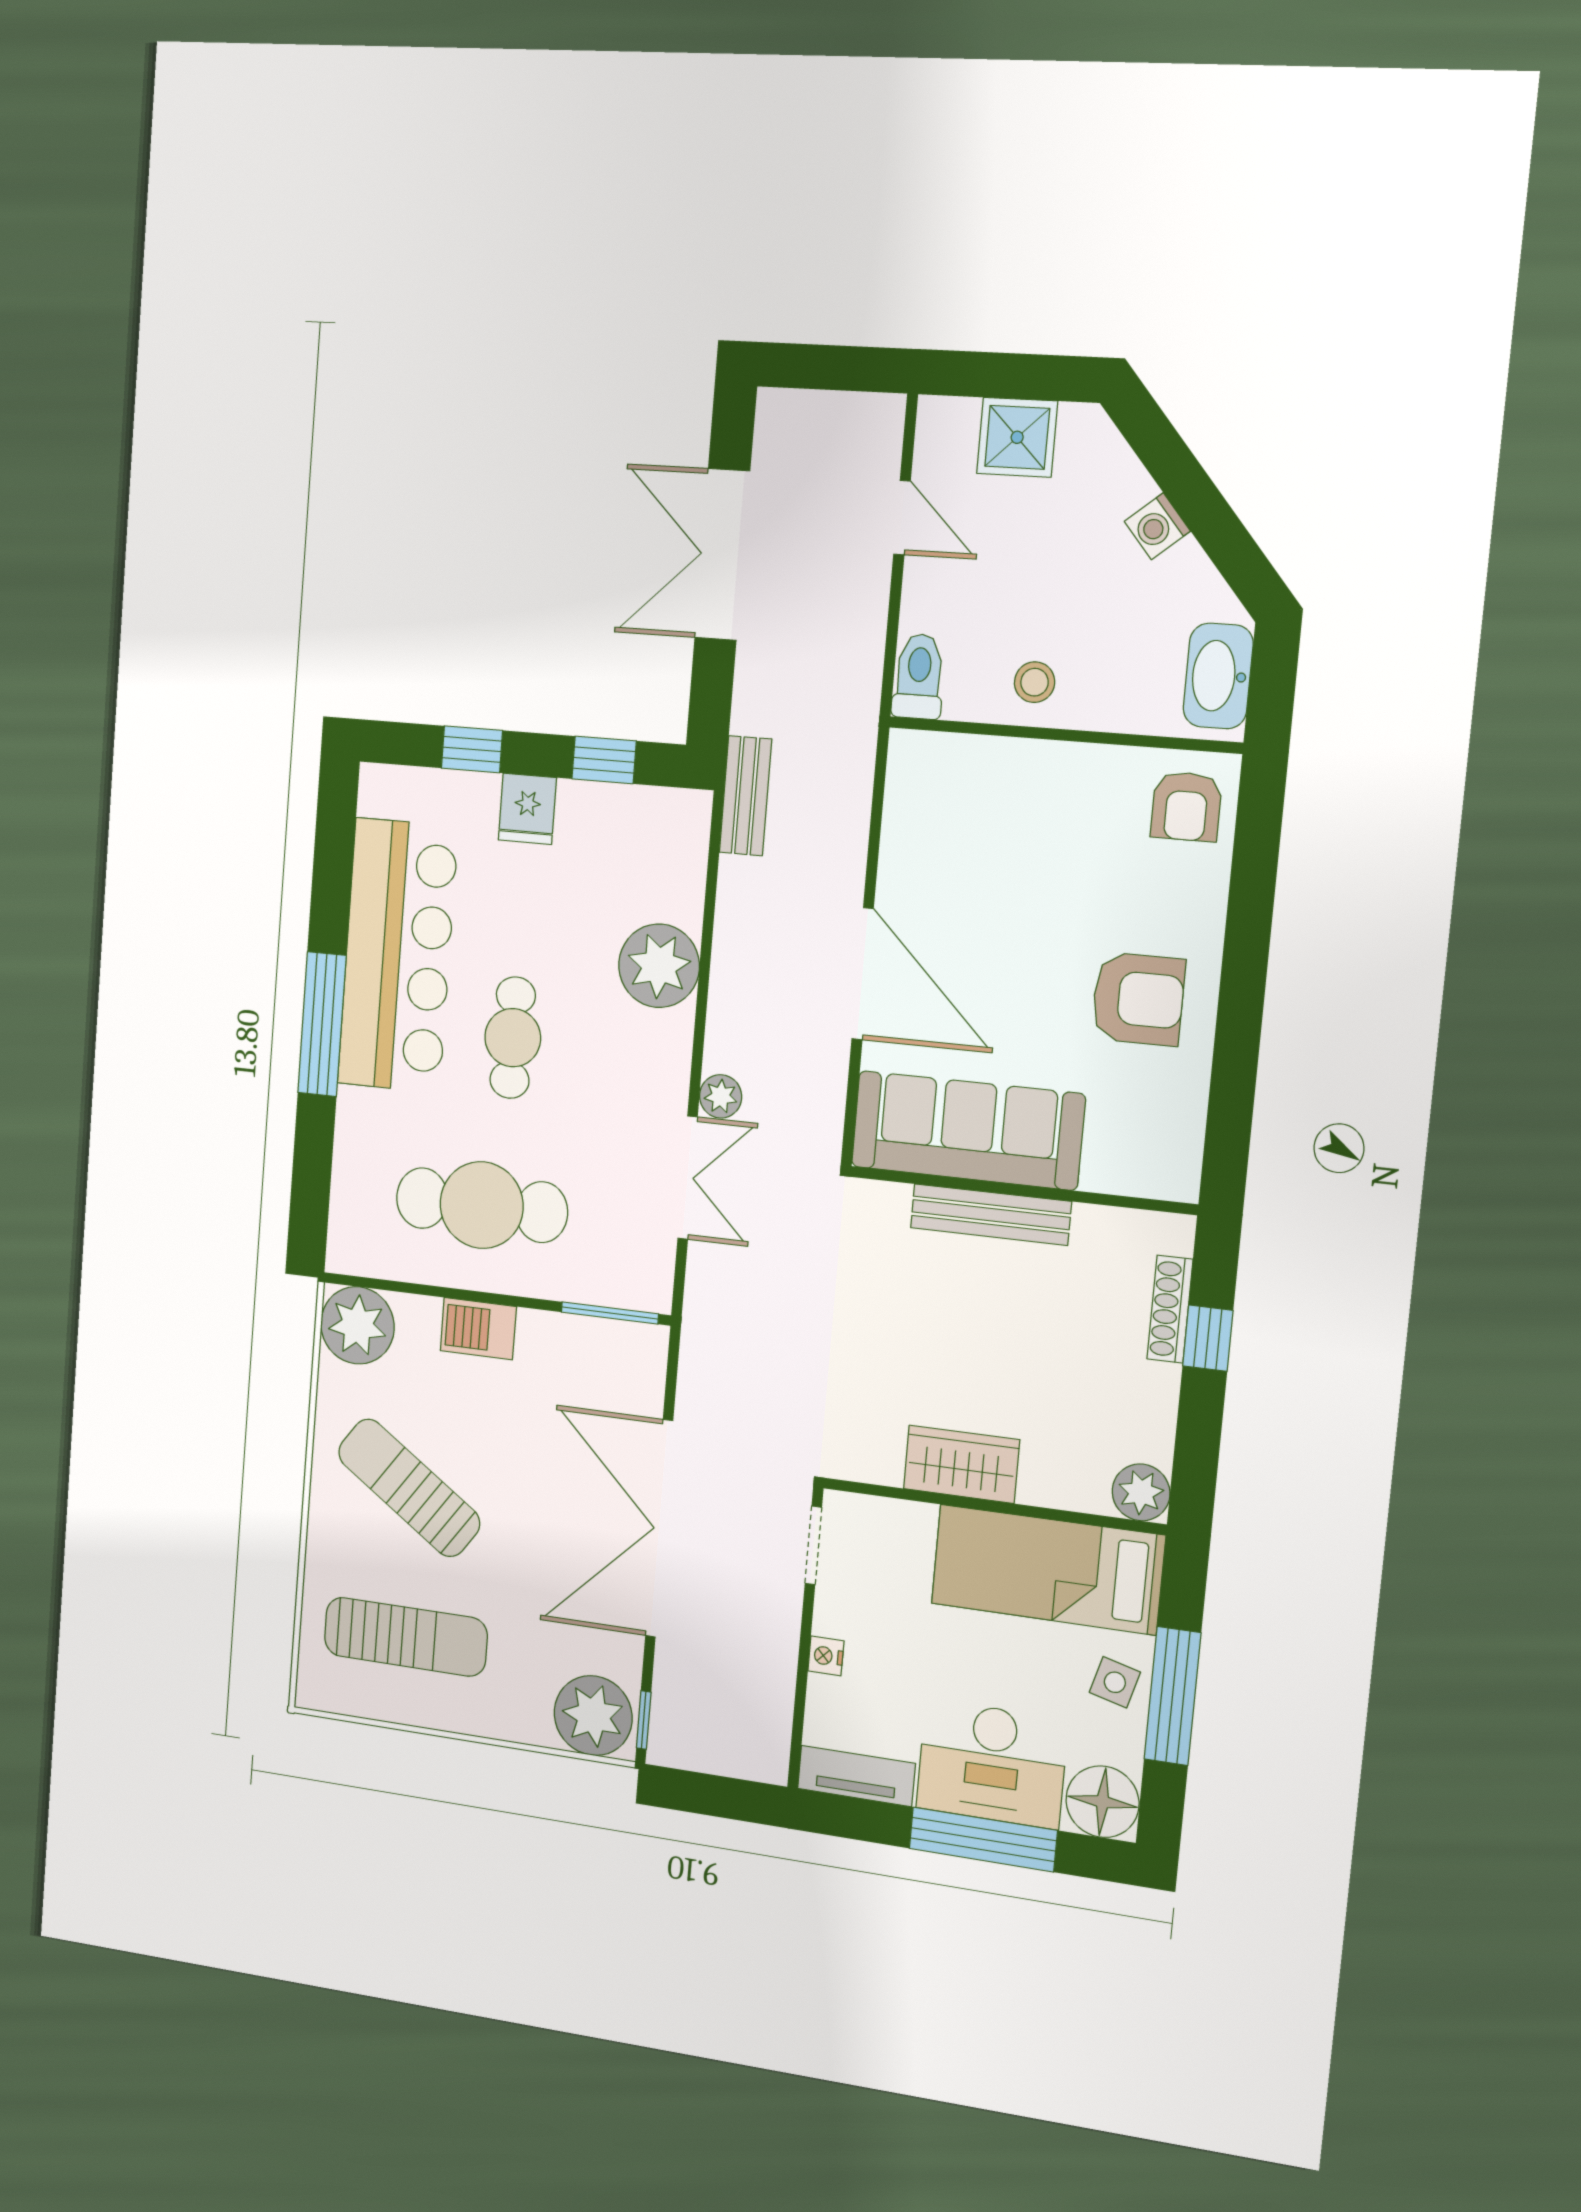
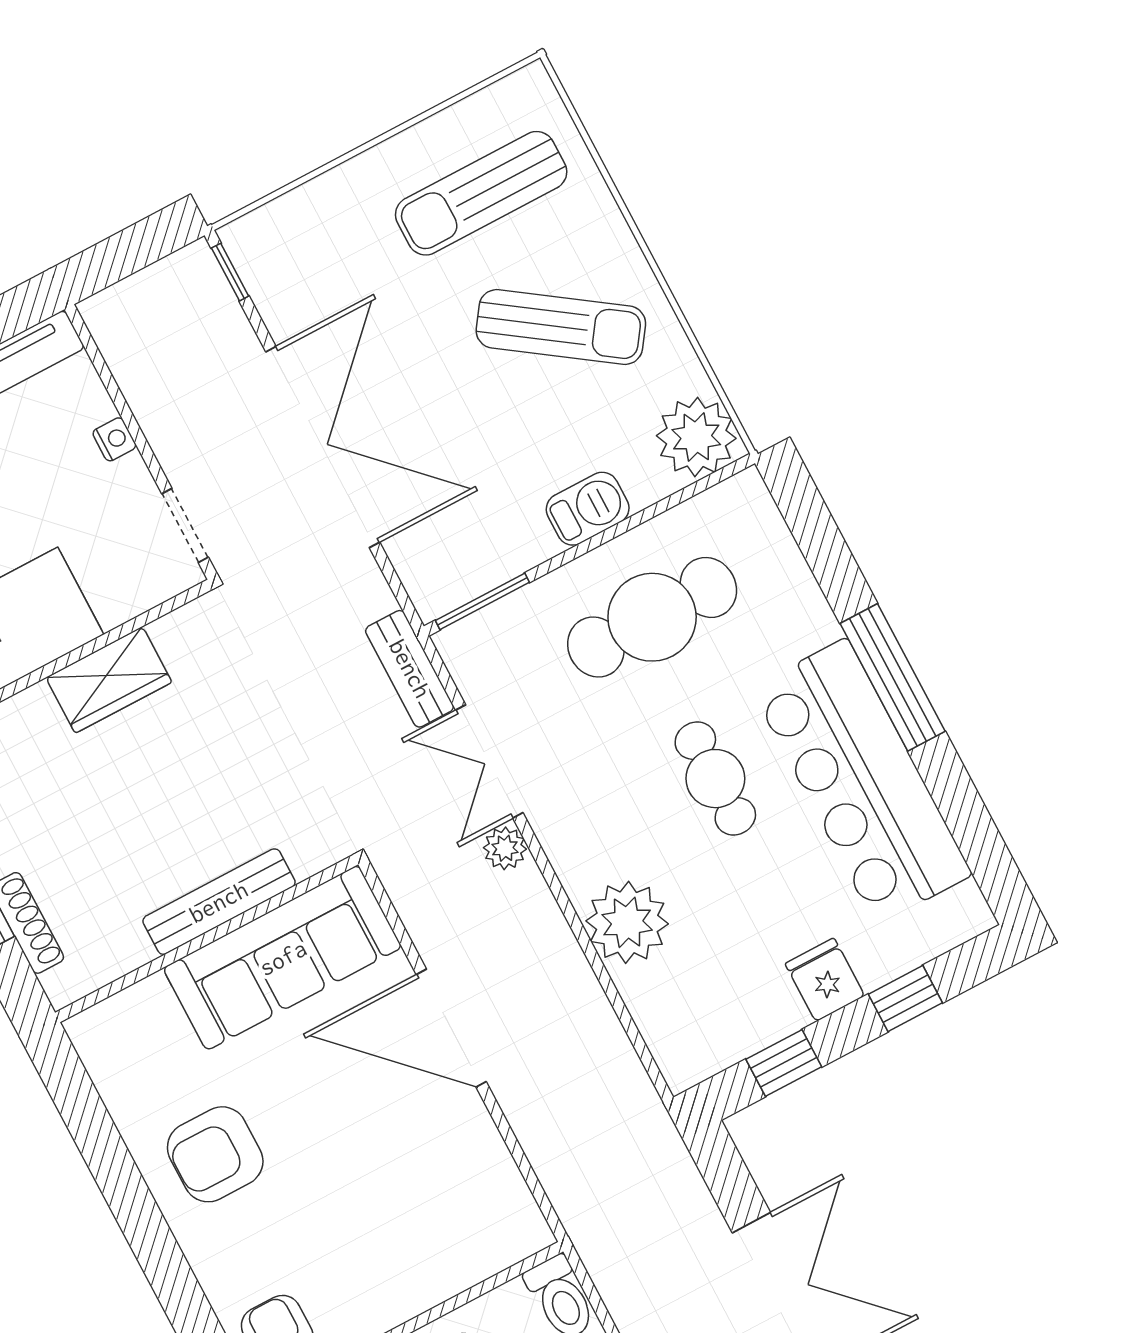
bench: (746, 796) -> (410, 669), moved
plant: (593, 1716) -> (275, 244), removed

